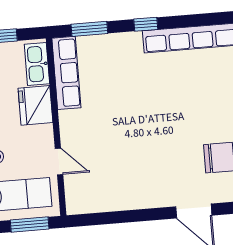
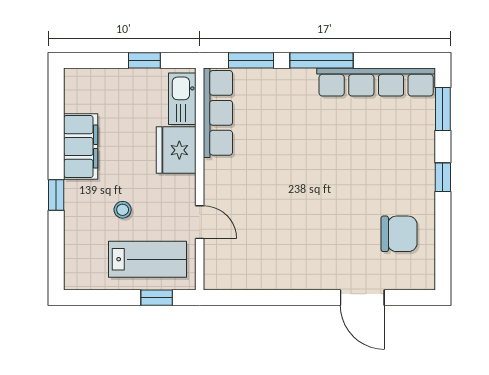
window: (146, 24) -> (322, 60), width x2.17
window: (30, 225) -> (157, 298), width x0.67

